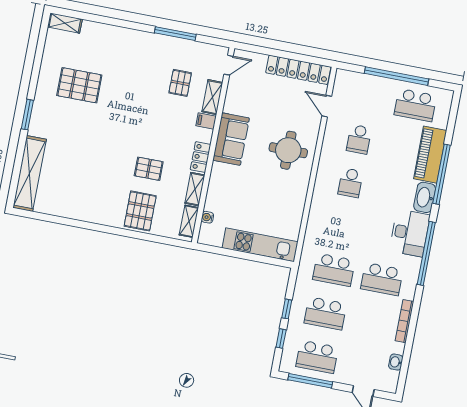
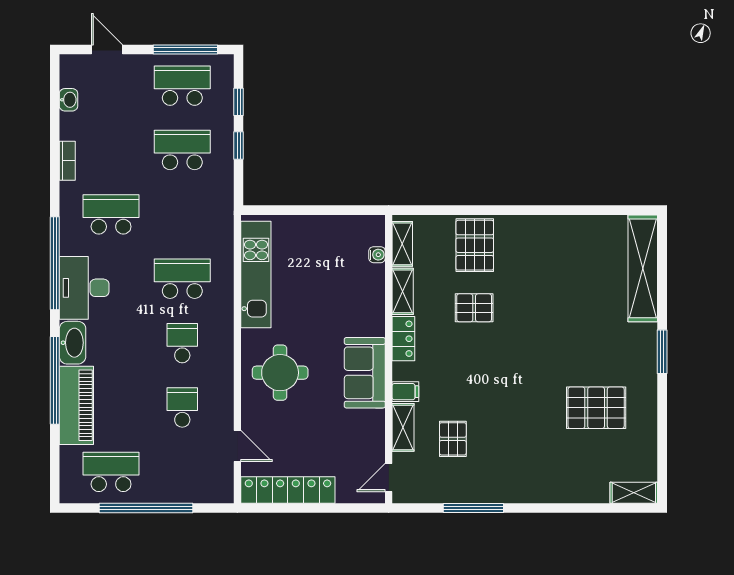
kitchen unit: (260, 245) -> (256, 275), moved, turned -90
school desk: (334, 270) -> (182, 279), moved
bookcase: (405, 321) -> (67, 161), width x0.64

